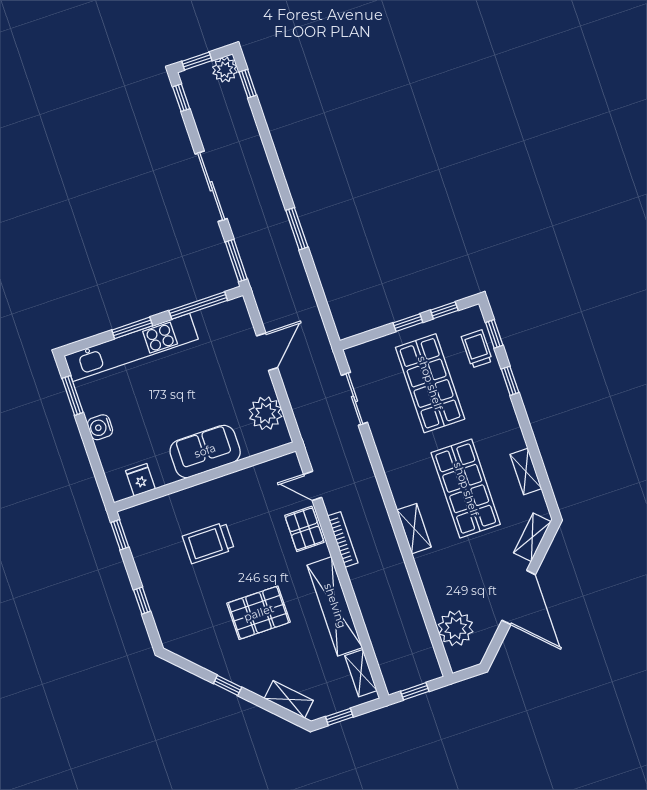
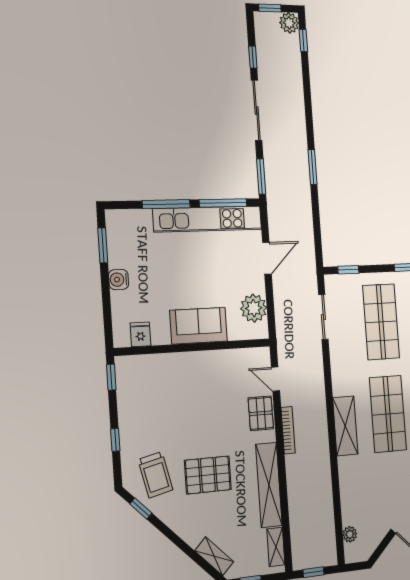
window: (181, 98) -> (253, 57), moved
window: (408, 323) -> (348, 270), moved
window: (132, 328) -> (166, 204), width x1.44
kitchen unit: (131, 347) -> (208, 219), moved
shelving: (414, 529) -> (345, 426), width x1.50, depth x1.33
trolley: (208, 543) -> (155, 475), moved, turned -103
plant: (456, 628) -> (350, 534), width x0.53, depth x0.53
window: (228, 685) -> (141, 508), moved

